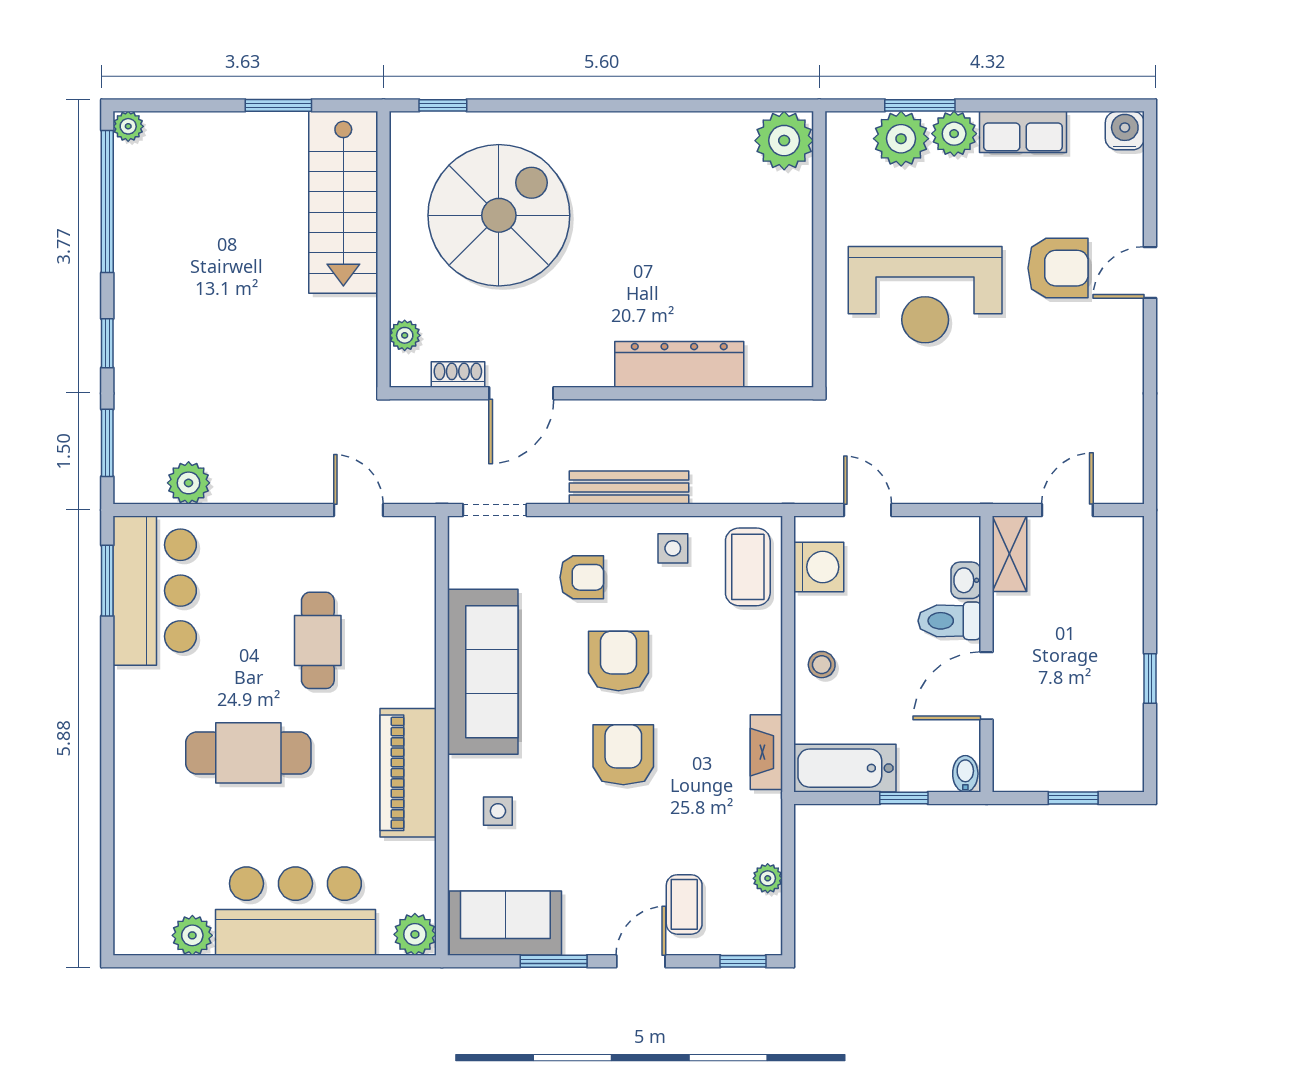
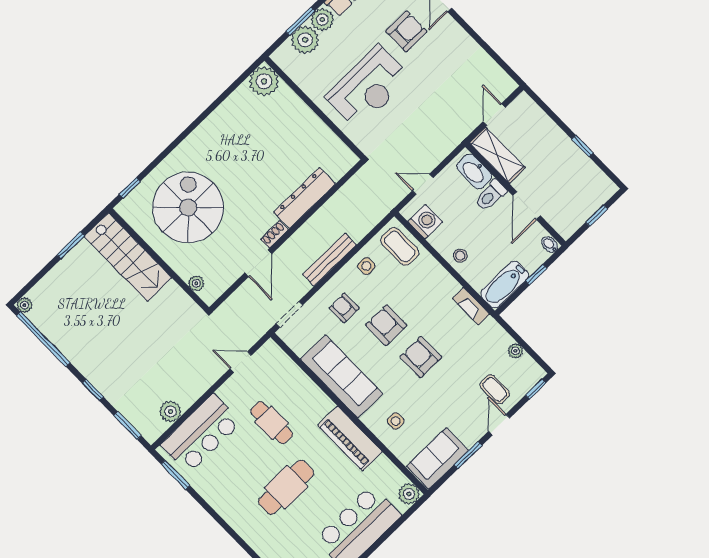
shoe rack: (458, 375) -> (274, 234), moved
shelving: (1009, 554) -> (497, 155), width x1.50, depth x1.33
armchair: (582, 577) -> (344, 308), turned -90
washbasin: (966, 580) -> (474, 171), width x1.91, depth x1.45
bar counter: (155, 591) -> (201, 434), moved, turned 90

